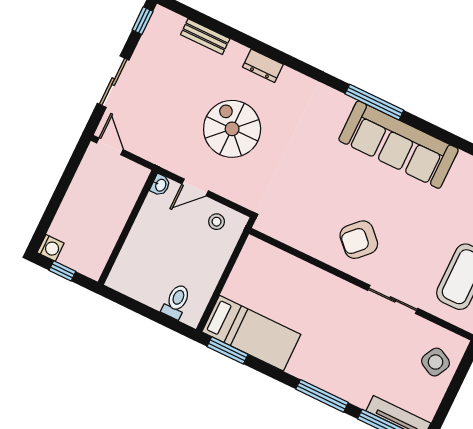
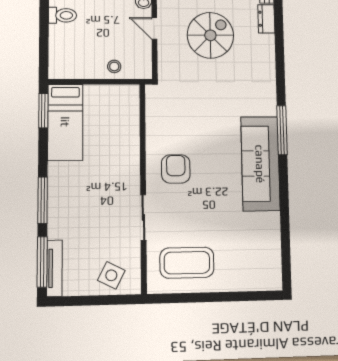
dresser: (263, 66) -> (266, 19), moved
stool: (217, 222) -> (114, 66), moved
armchair: (359, 240) -> (176, 169), turned 45
toilet: (176, 301) -> (62, 15), moved

